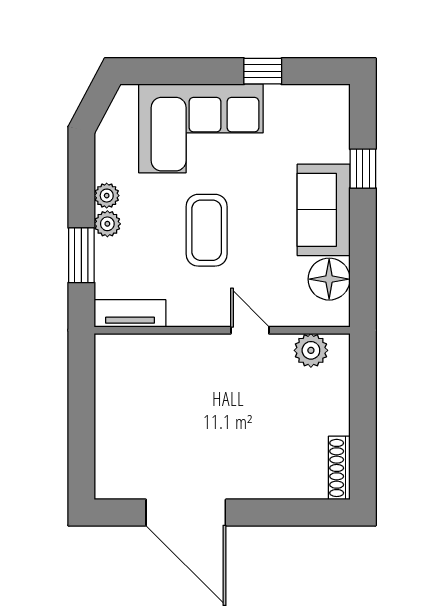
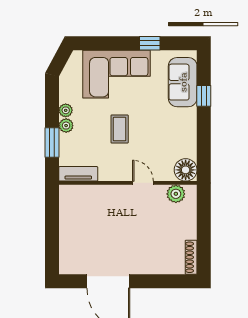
sofa: (324, 210) -> (183, 82), moved
coffee table: (207, 230) -> (120, 129), width x0.73, depth x0.77
floor lamp: (329, 279) -> (186, 170), moved

